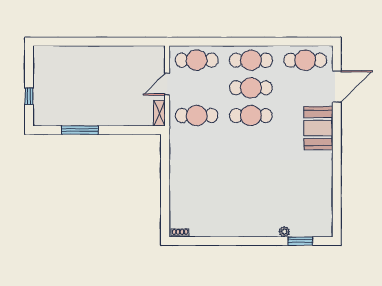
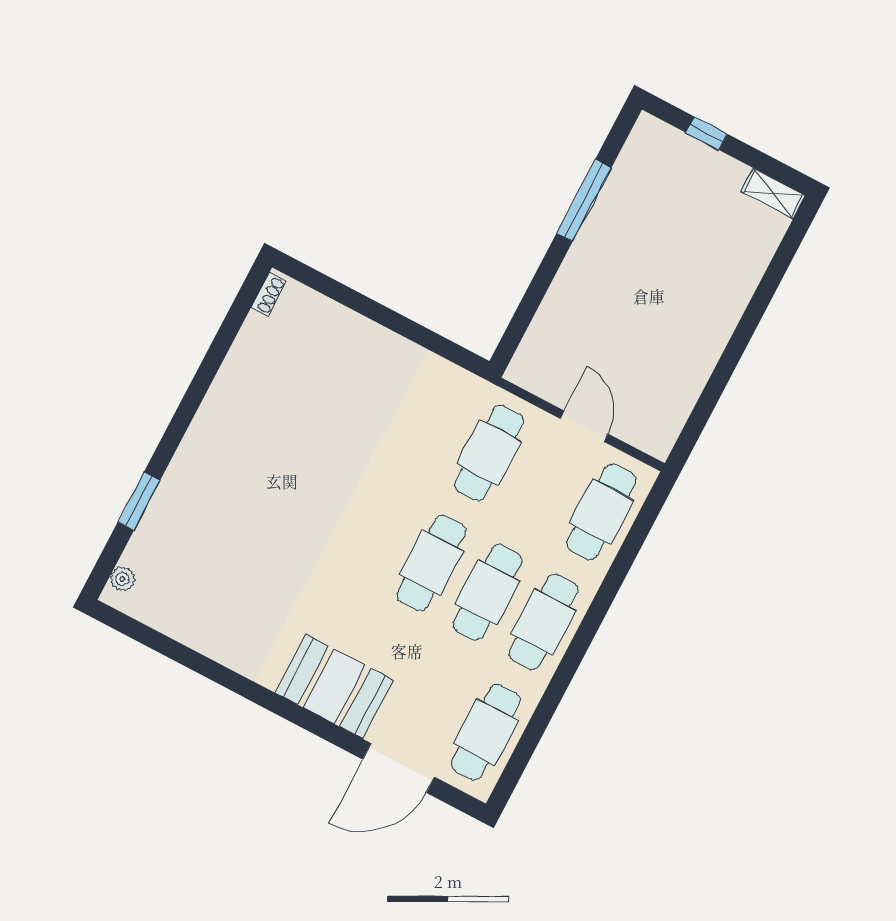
door: (337, 87) -> (399, 768), hinge flipped
shelving: (159, 113) -> (773, 193), moved
plant: (284, 232) -> (122, 579), moved
window: (300, 241) -> (139, 501), moved

